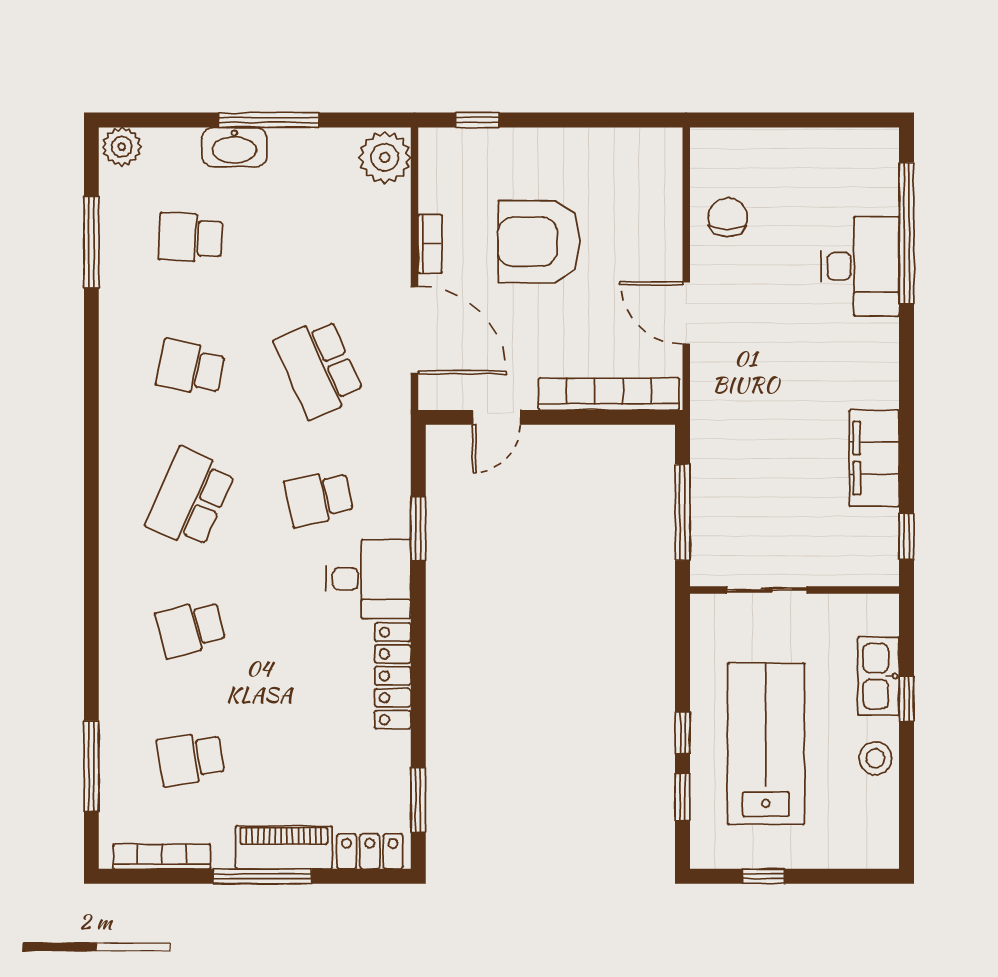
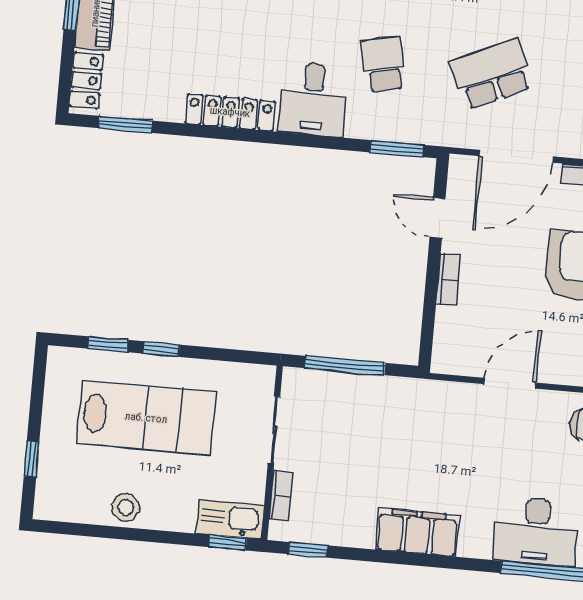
bookcase: (609, 394) -> (448, 280), width x0.43, depth x0.76
filing cabinet: (874, 458) -> (417, 532), moved
window: (418, 529) -> (397, 149), moved
bookcase: (845, 575) -> (281, 496), added
kitchen sink: (879, 676) -> (230, 519), moved
window: (907, 699) -> (228, 543), moved
window: (763, 876) -> (31, 459), moved

